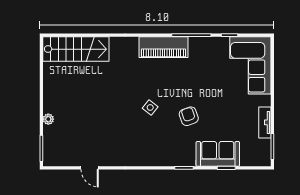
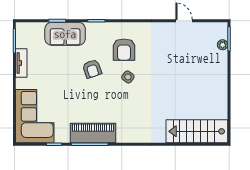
piano: (163, 47) -> (93, 133), moved
plant: (48, 119) -> (223, 45), moved
armchair: (154, 137) -> (124, 50), added

